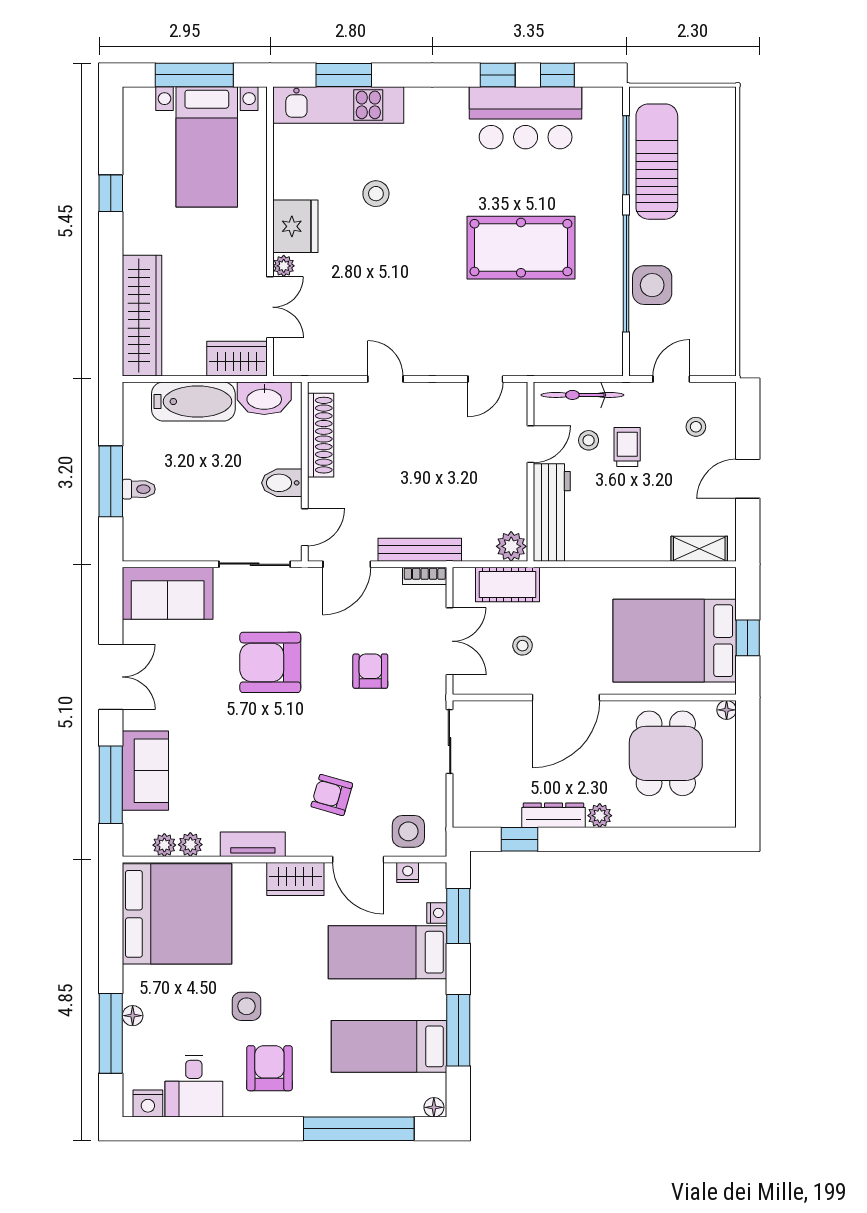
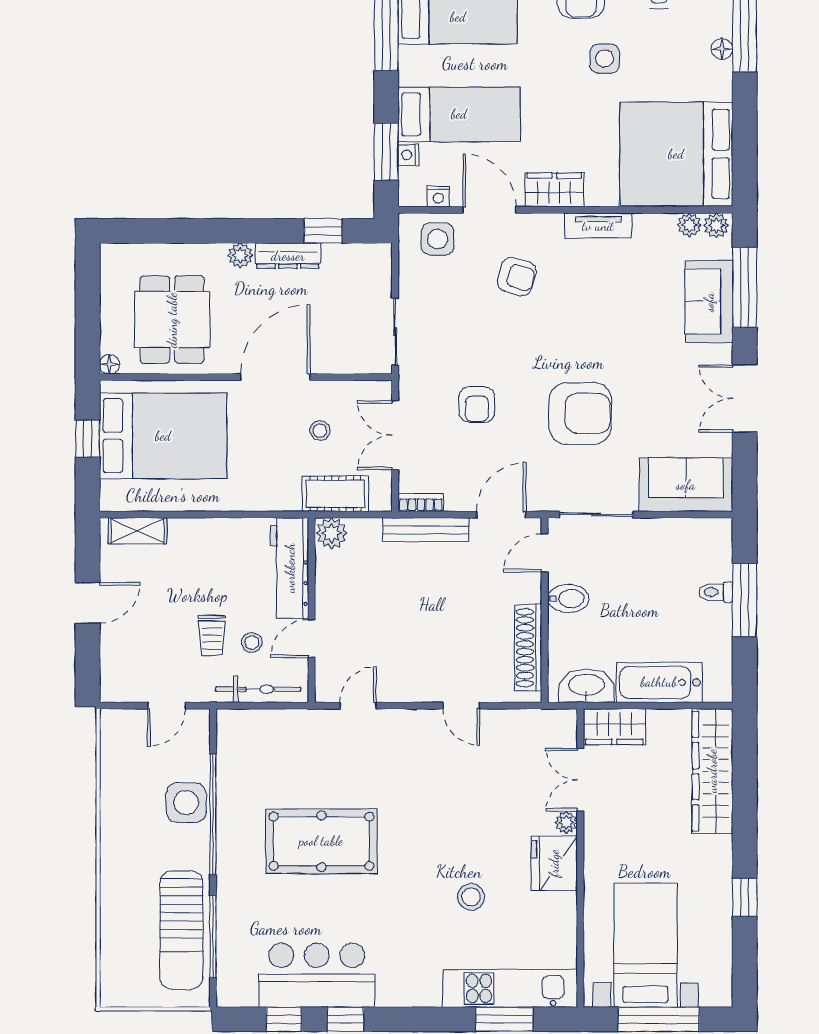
stool: (696, 427) -> (141, 656), removed
plant: (190, 845) -> (716, 225), moved

